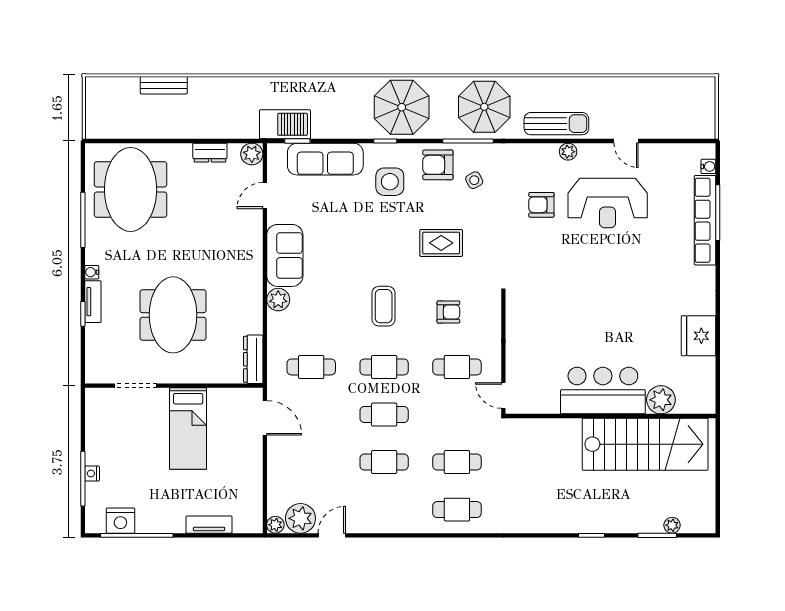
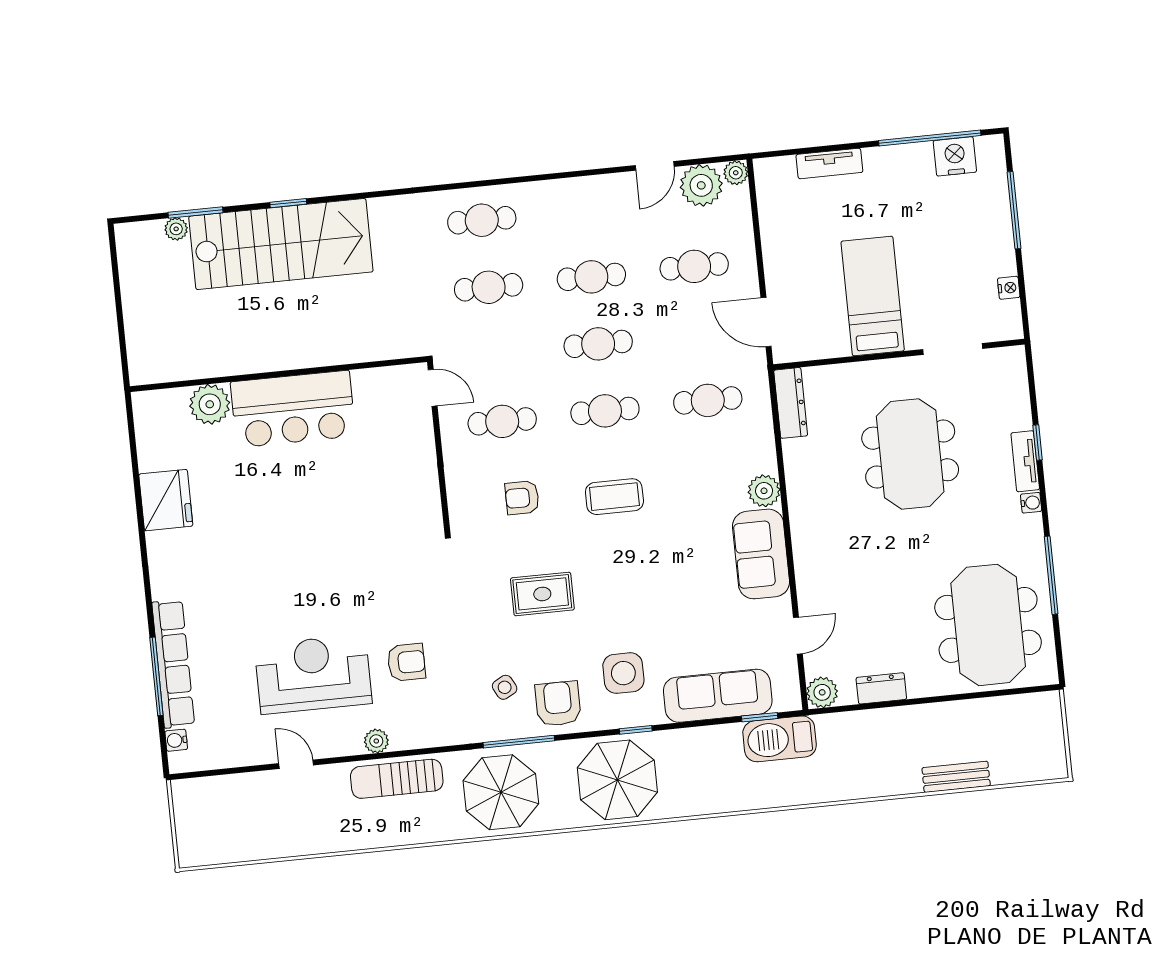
armchair: (438, 165) -> (558, 704), turned -90
coffee table: (384, 306) -> (614, 497), turned 90
stairs: (645, 444) -> (281, 244), moved, turned 180
cafe table: (311, 462) -> (694, 266), added
nightstand: (92, 473) -> (1009, 288), moved

